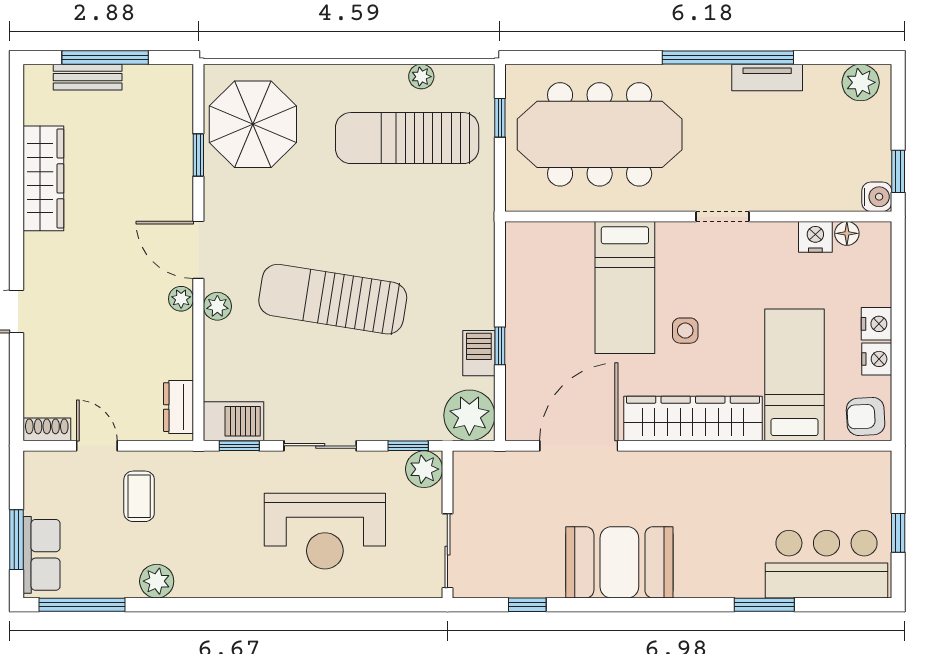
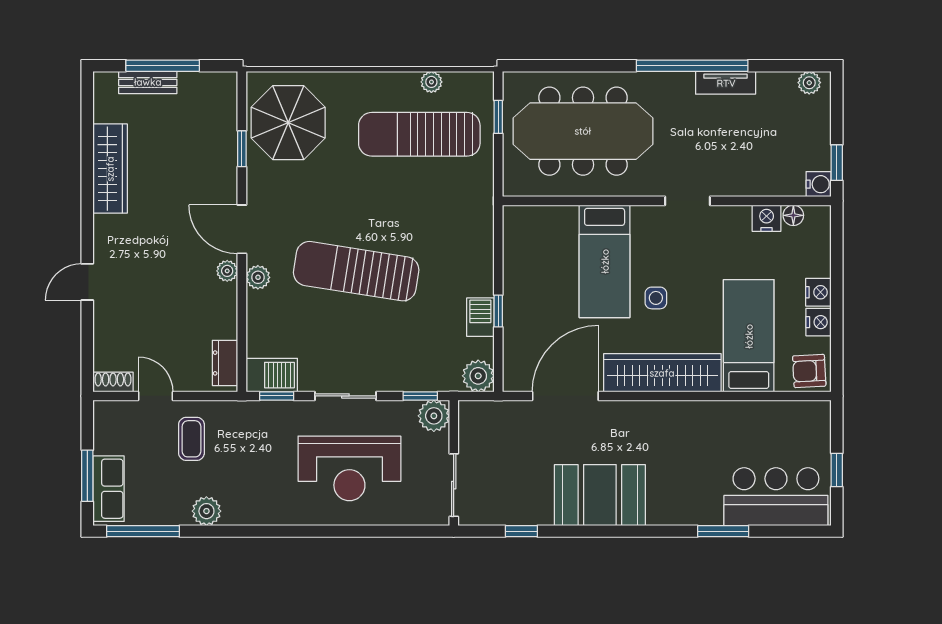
plant: (861, 82) -> (809, 83), width x0.73, depth x0.73
plant: (469, 415) -> (478, 376), width x0.73, depth x0.73

